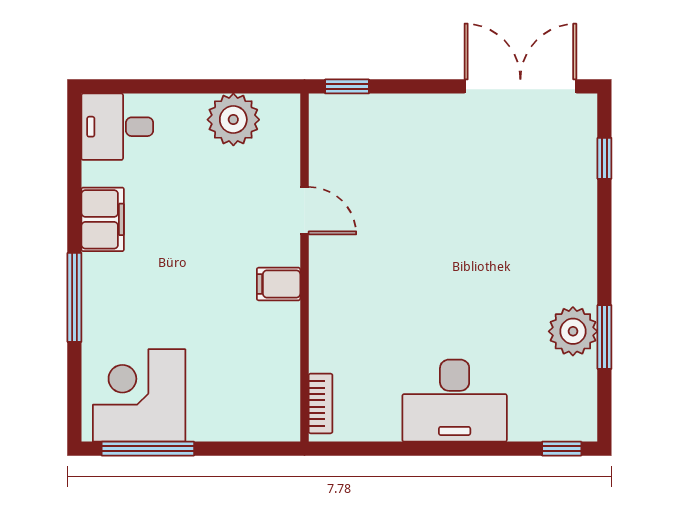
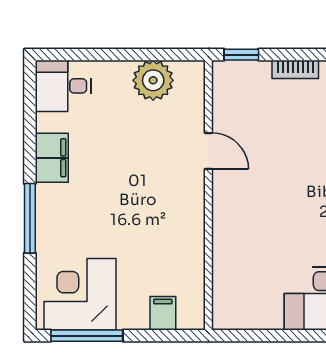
filing cabinet: (279, 284) -> (163, 313), moved, turned 90
bookcase: (321, 403) -> (295, 69), moved, turned 90

